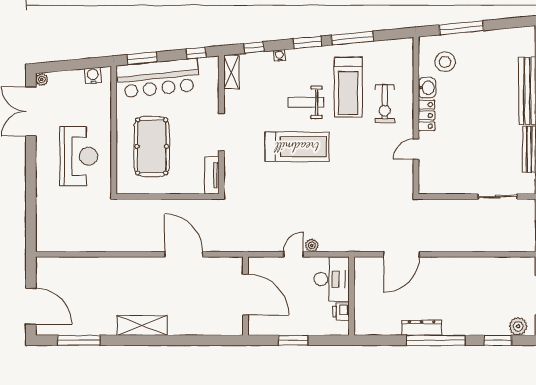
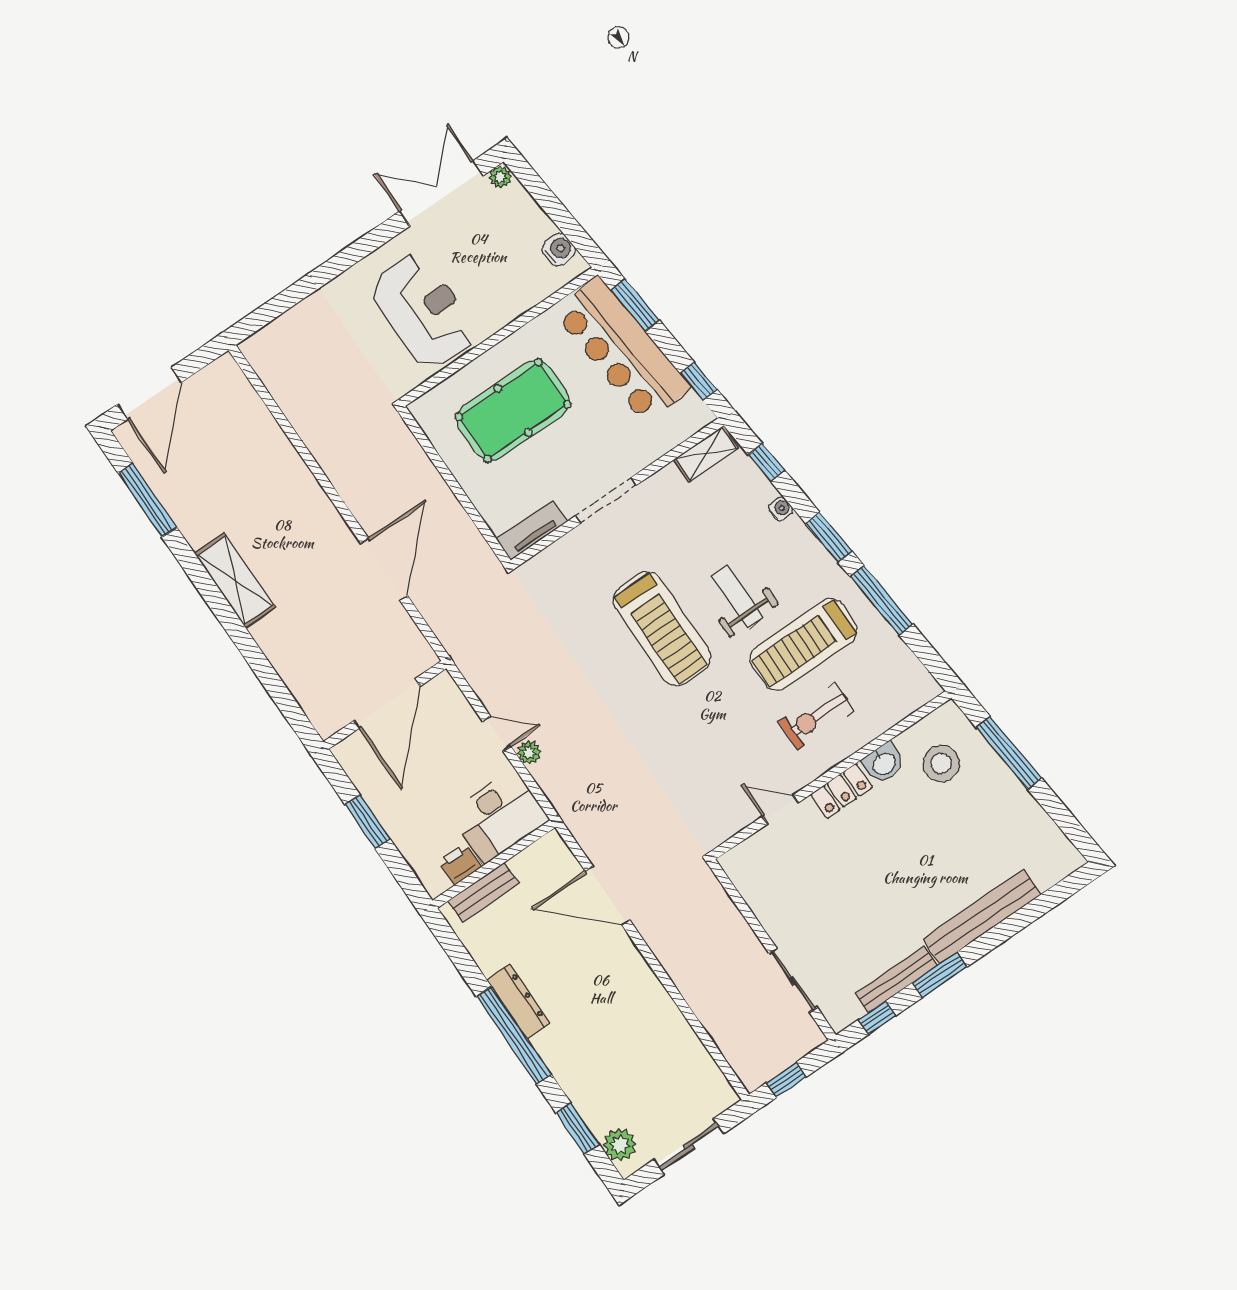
reception desk: (79, 156) -> (423, 311), turned -90
bench: (361, 309) -> (484, 892), added

